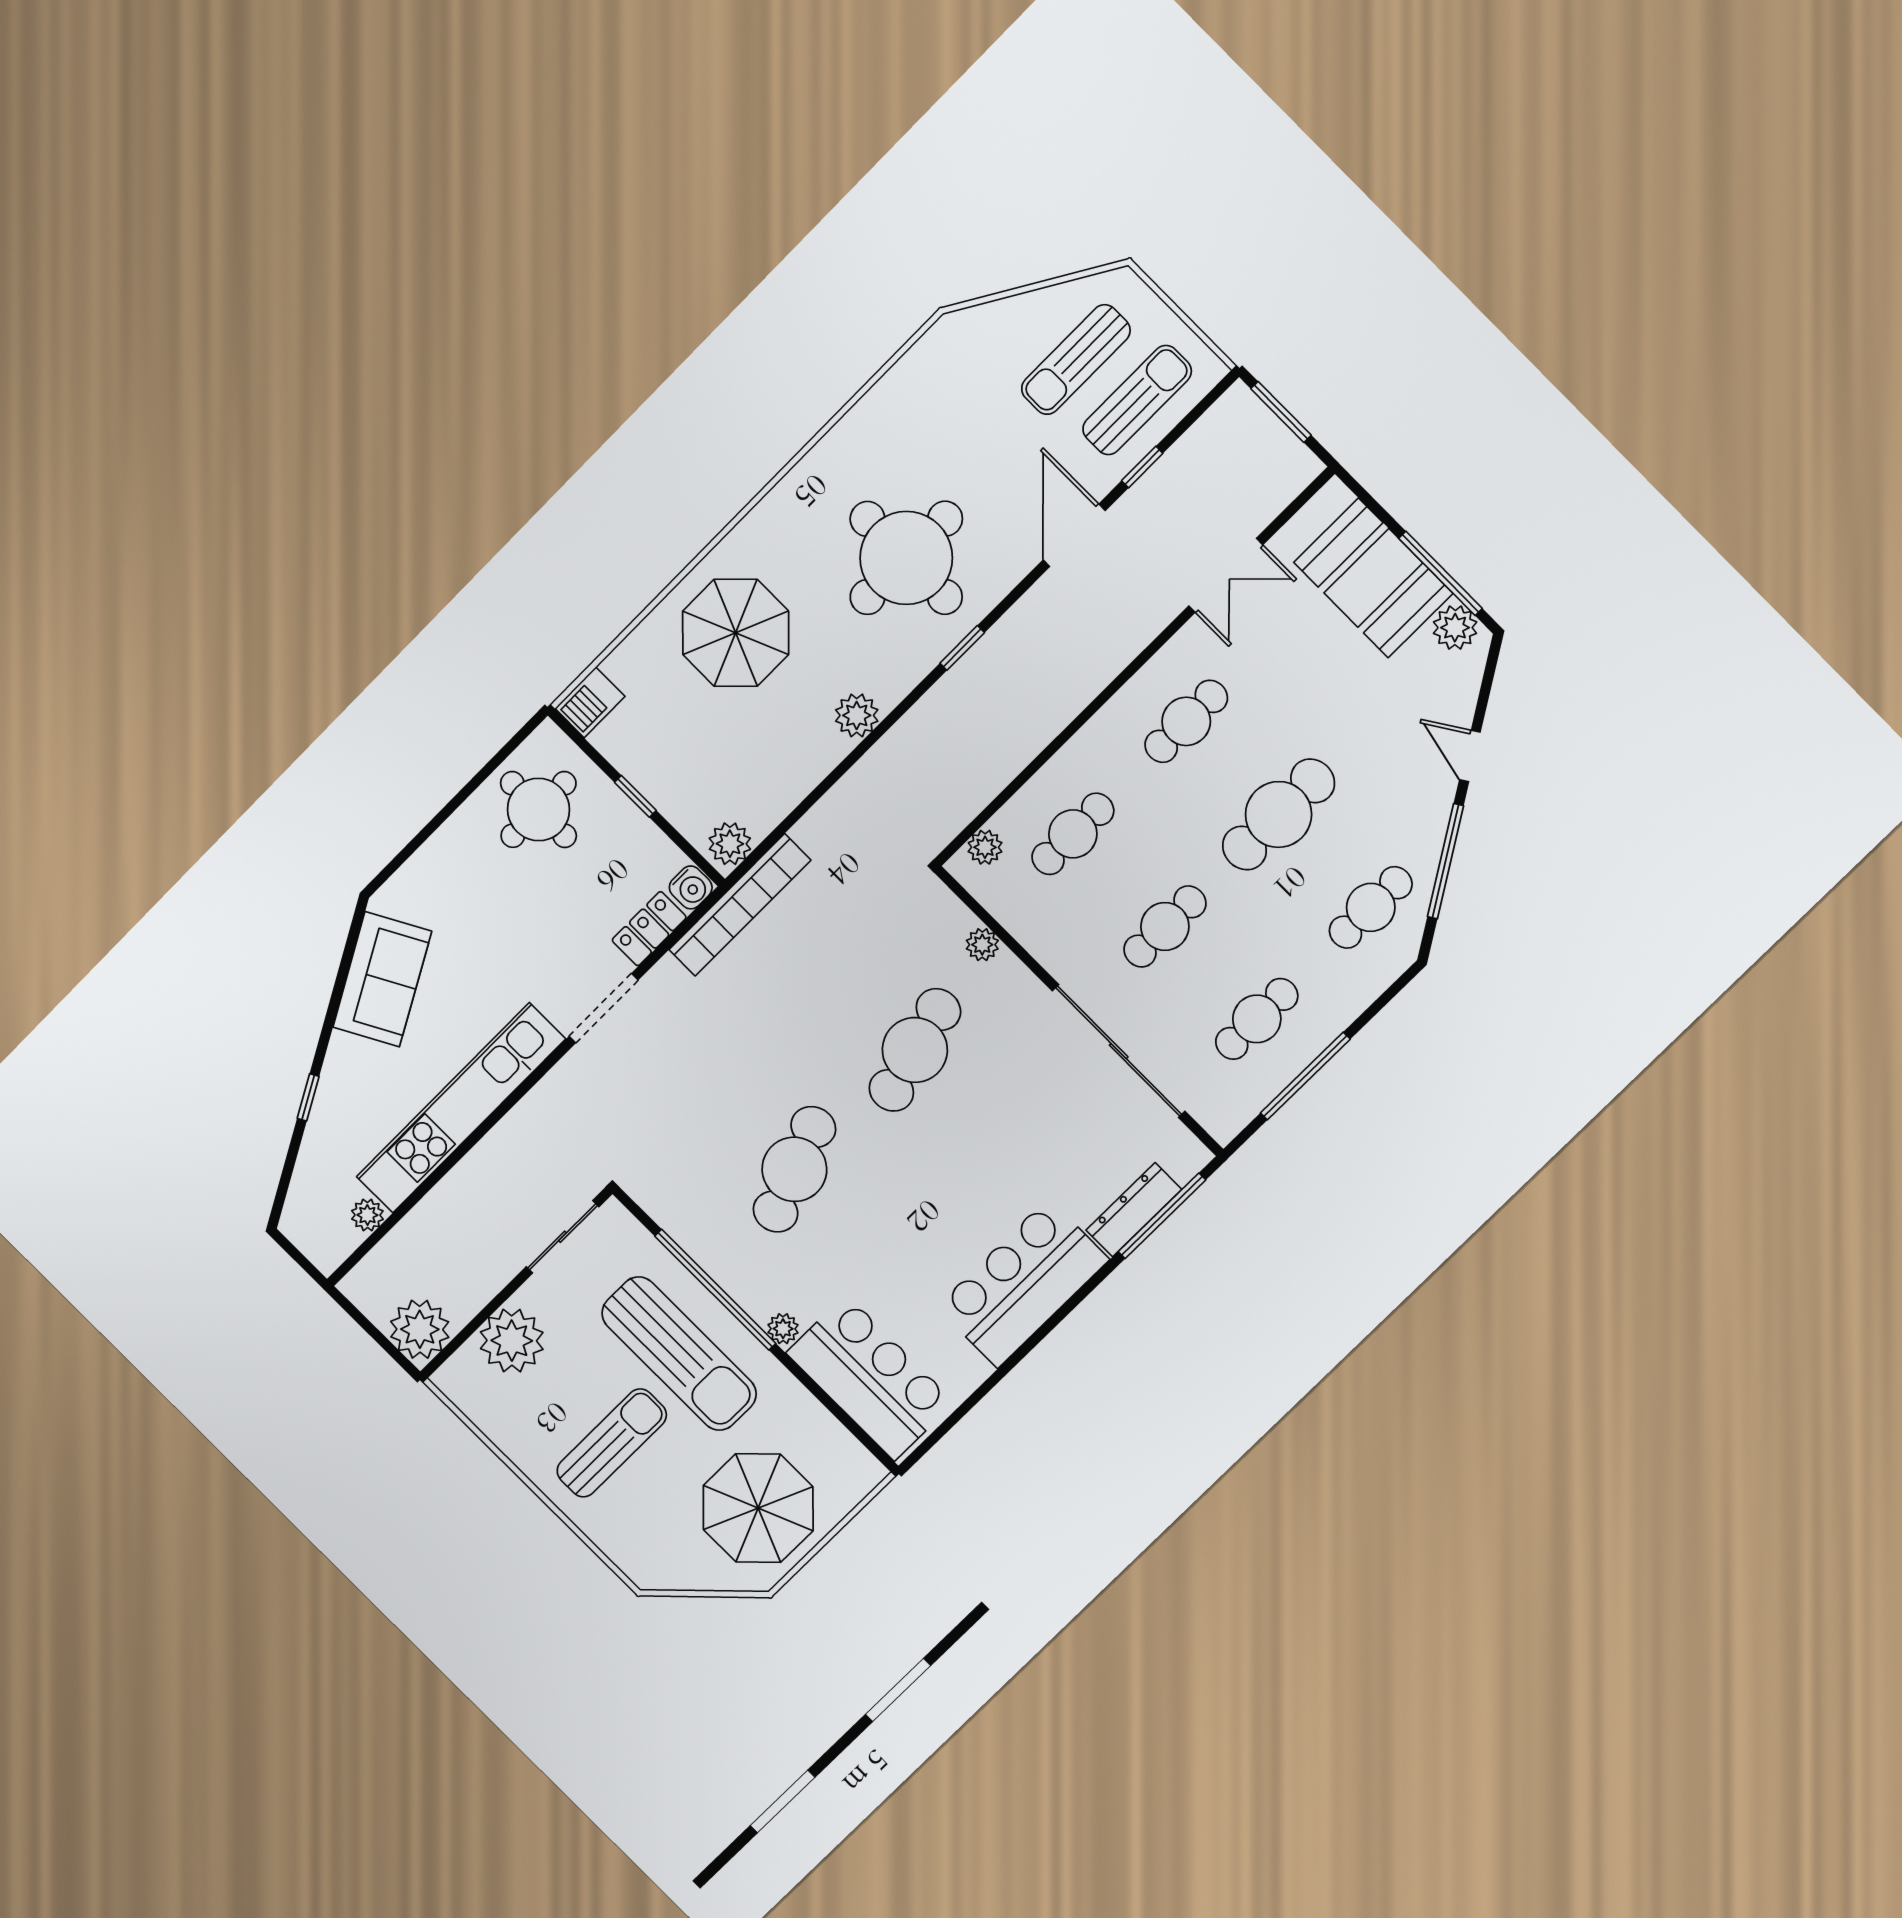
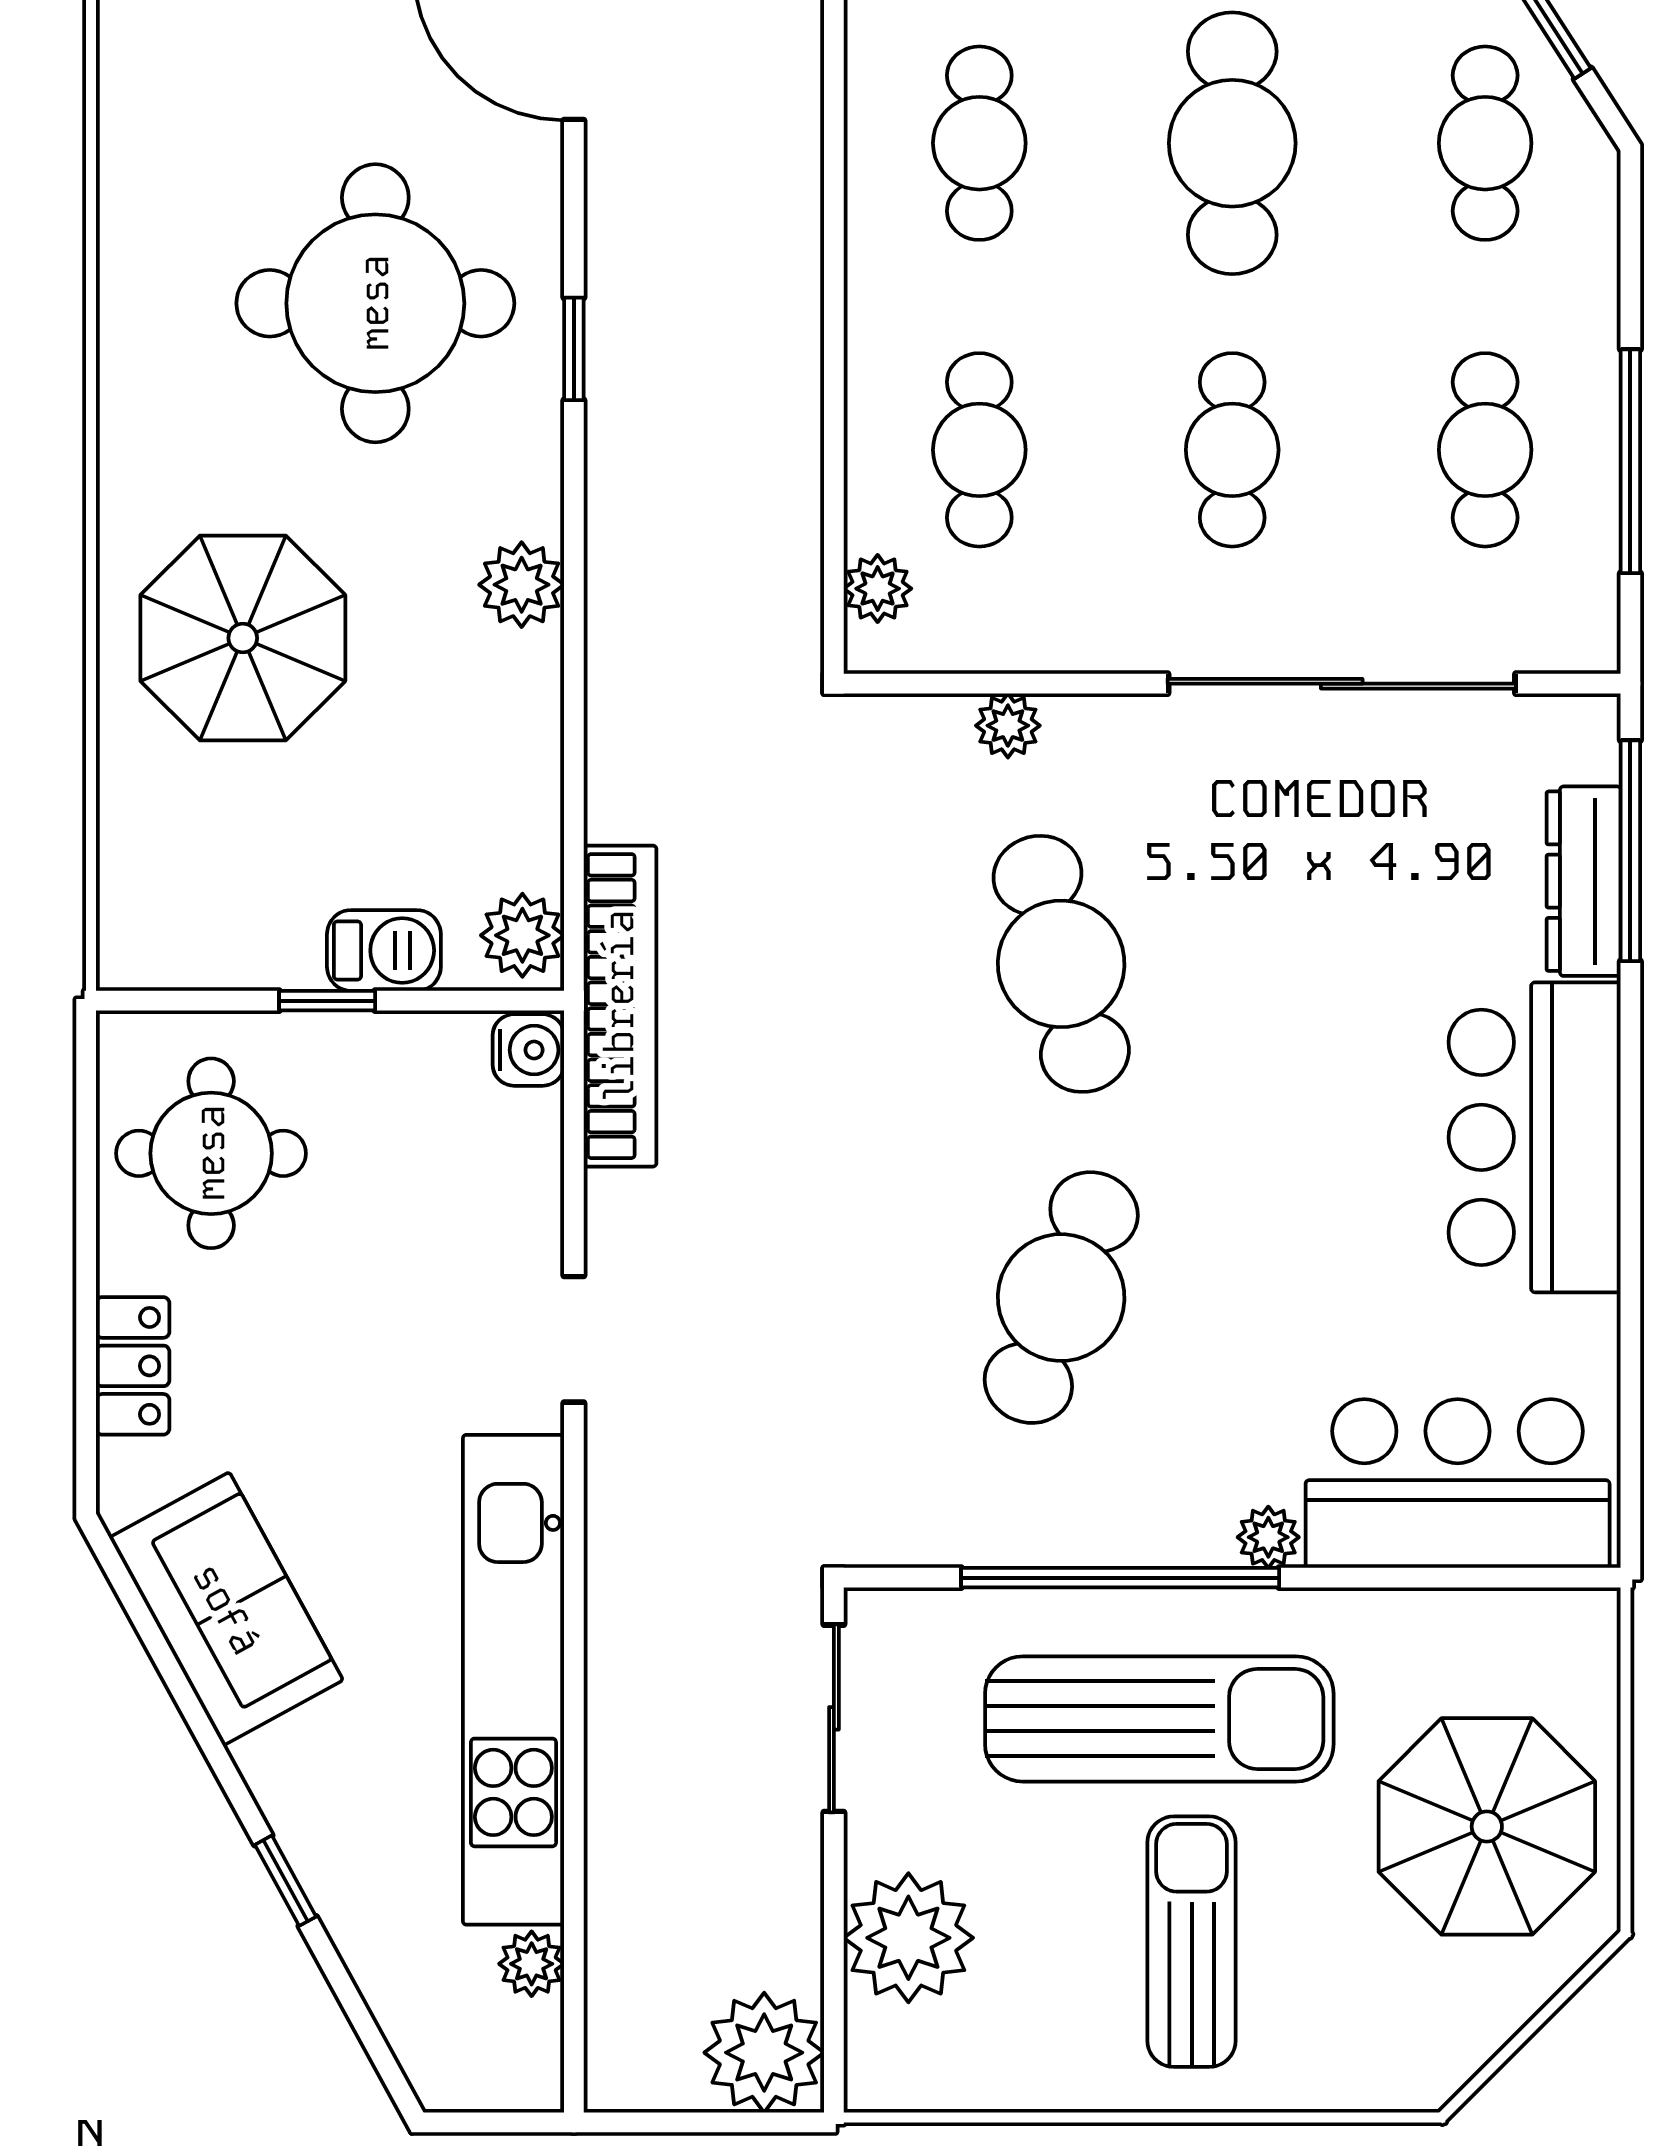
barbecue: (590, 702) -> (384, 950), moved, turned -90
locker: (649, 929) -> (133, 1366), moved, turned 180
doorway: (604, 1008) -> (574, 1339), width x0.73
cafe table: (794, 1169) -> (1061, 1298), turned 42

